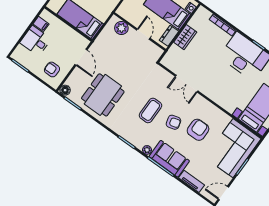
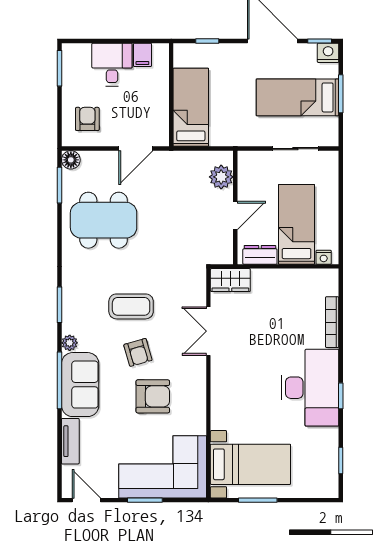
wardrobe: (185, 37) -> (230, 280), moved

